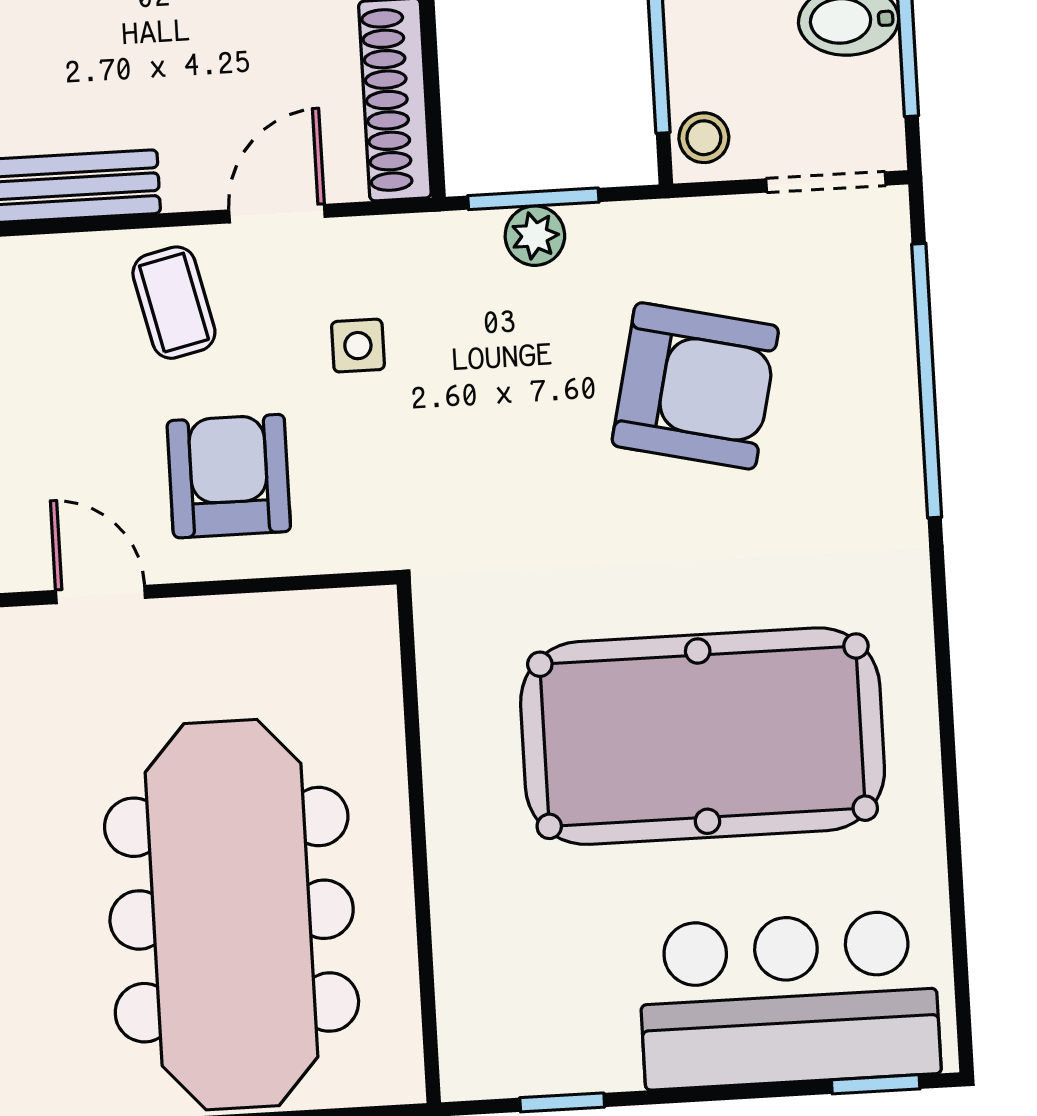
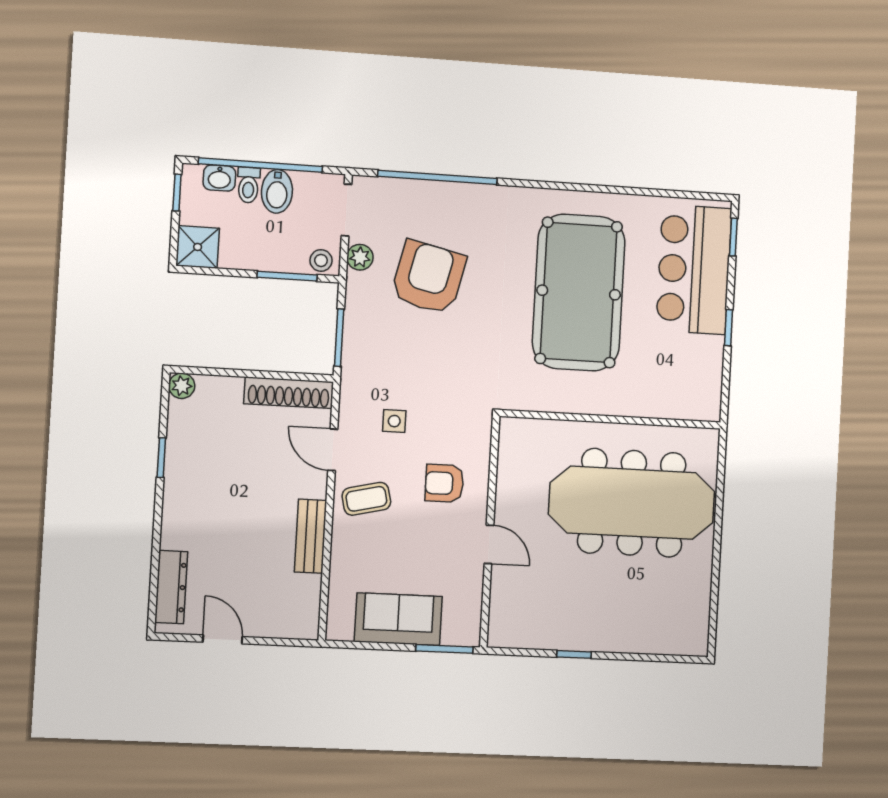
plant: (535, 236) -> (360, 257), moved
armchair: (229, 476) -> (444, 483), width x0.72, depth x0.72
door: (100, 594) -> (489, 544), swing flipped
window: (562, 1102) -> (728, 328), moved

